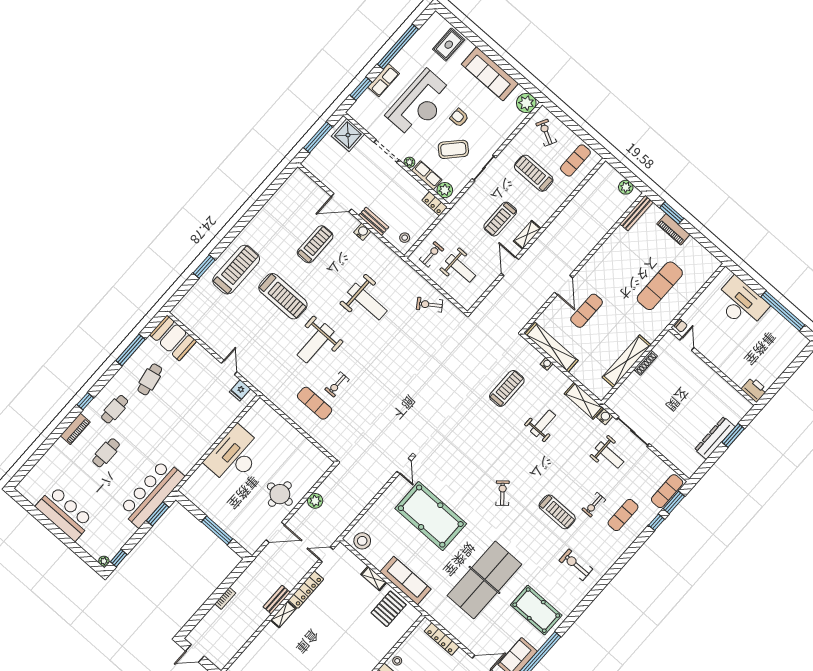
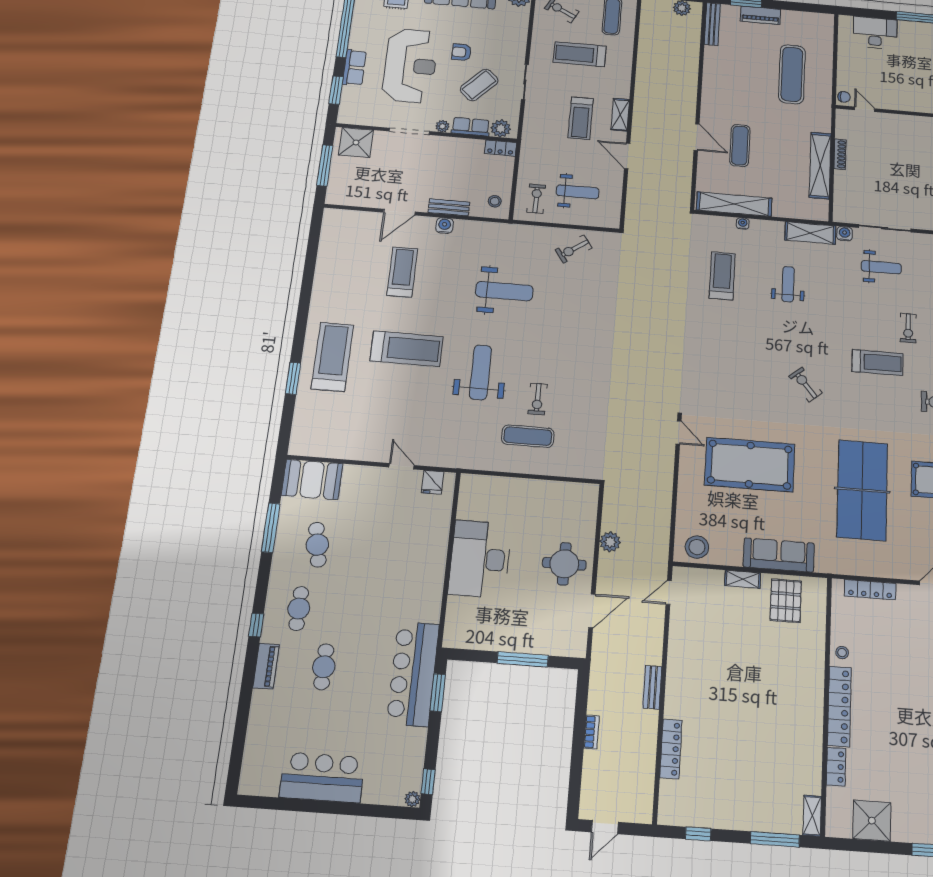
desk: (741, 303) -> (875, 33), width x0.73, depth x0.77
weight bench: (316, 343) -> (480, 372), turned 180
locker: (306, 590) -> (671, 749), moved
shelving: (283, 614) -> (673, 699), removed

